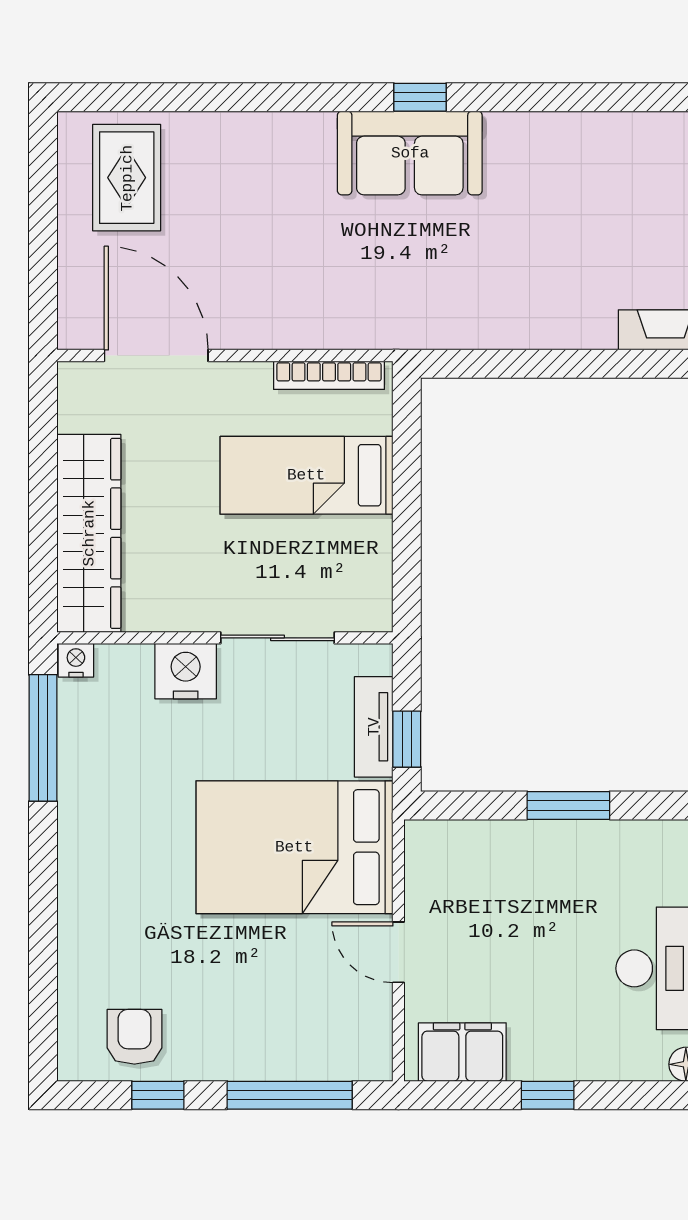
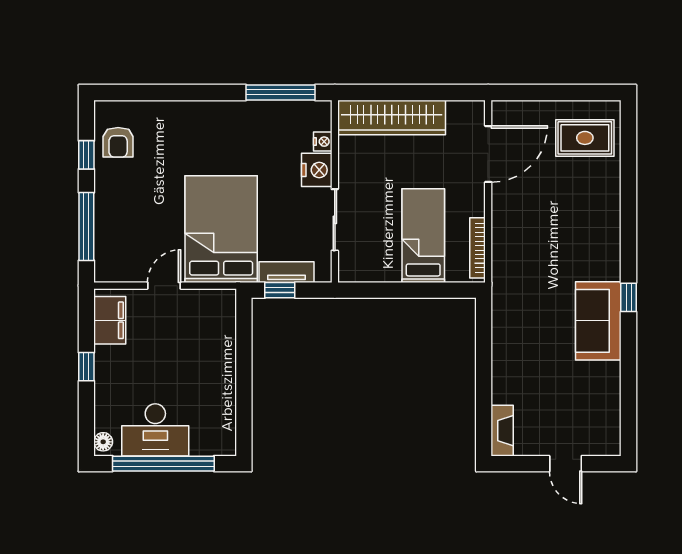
sofa: (410, 153) -> (598, 321), moved
nightstand: (76, 660) -> (323, 142), moved
window: (568, 805) -> (244, 378), removed
armchair: (134, 1037) -> (118, 142), turned 90

